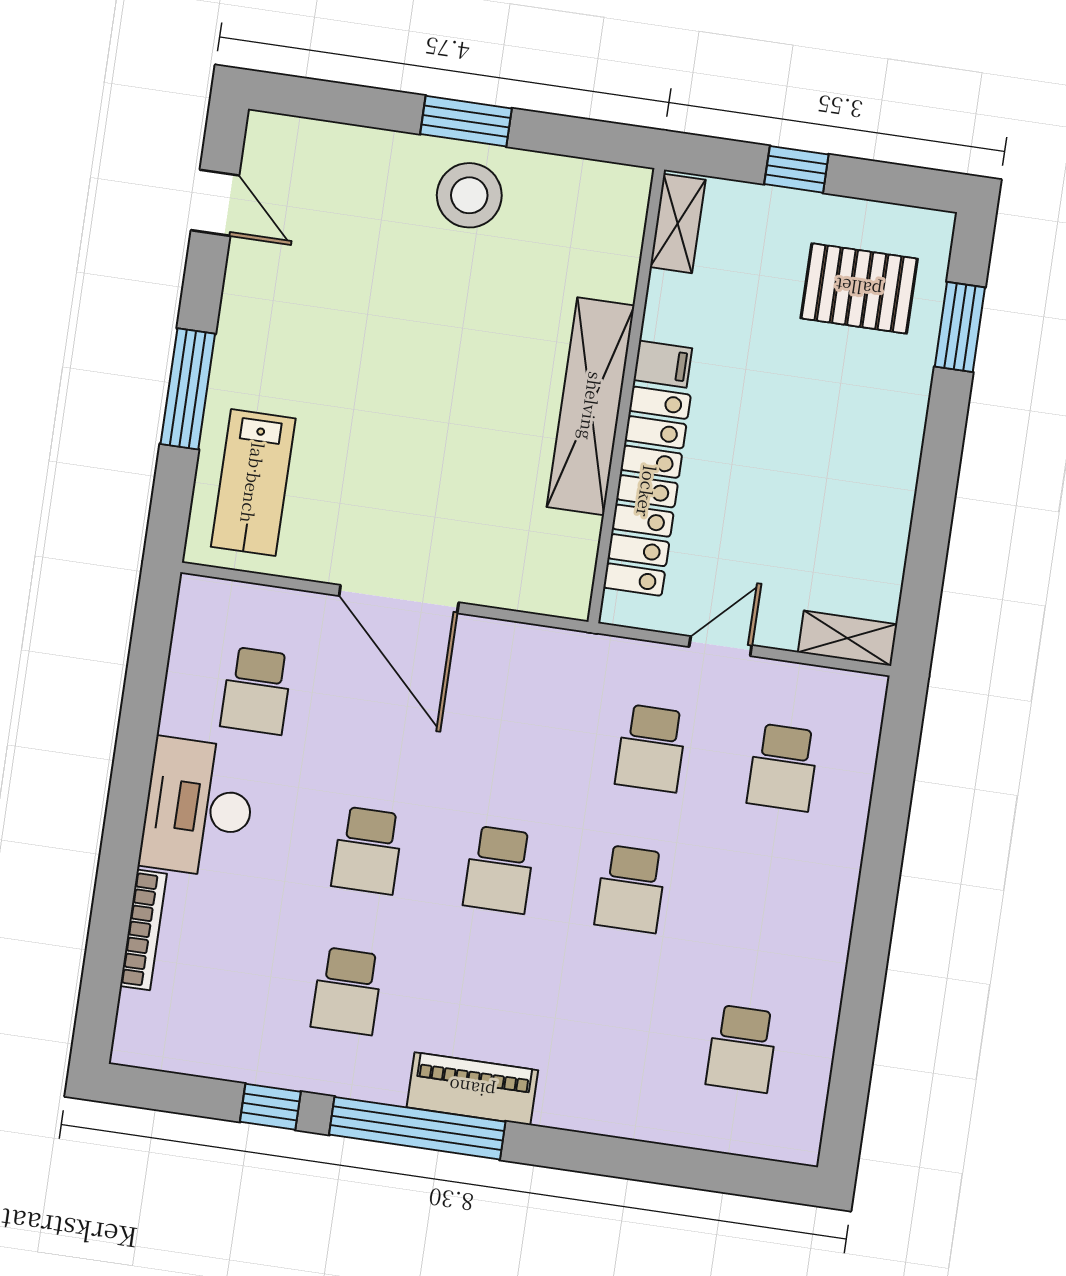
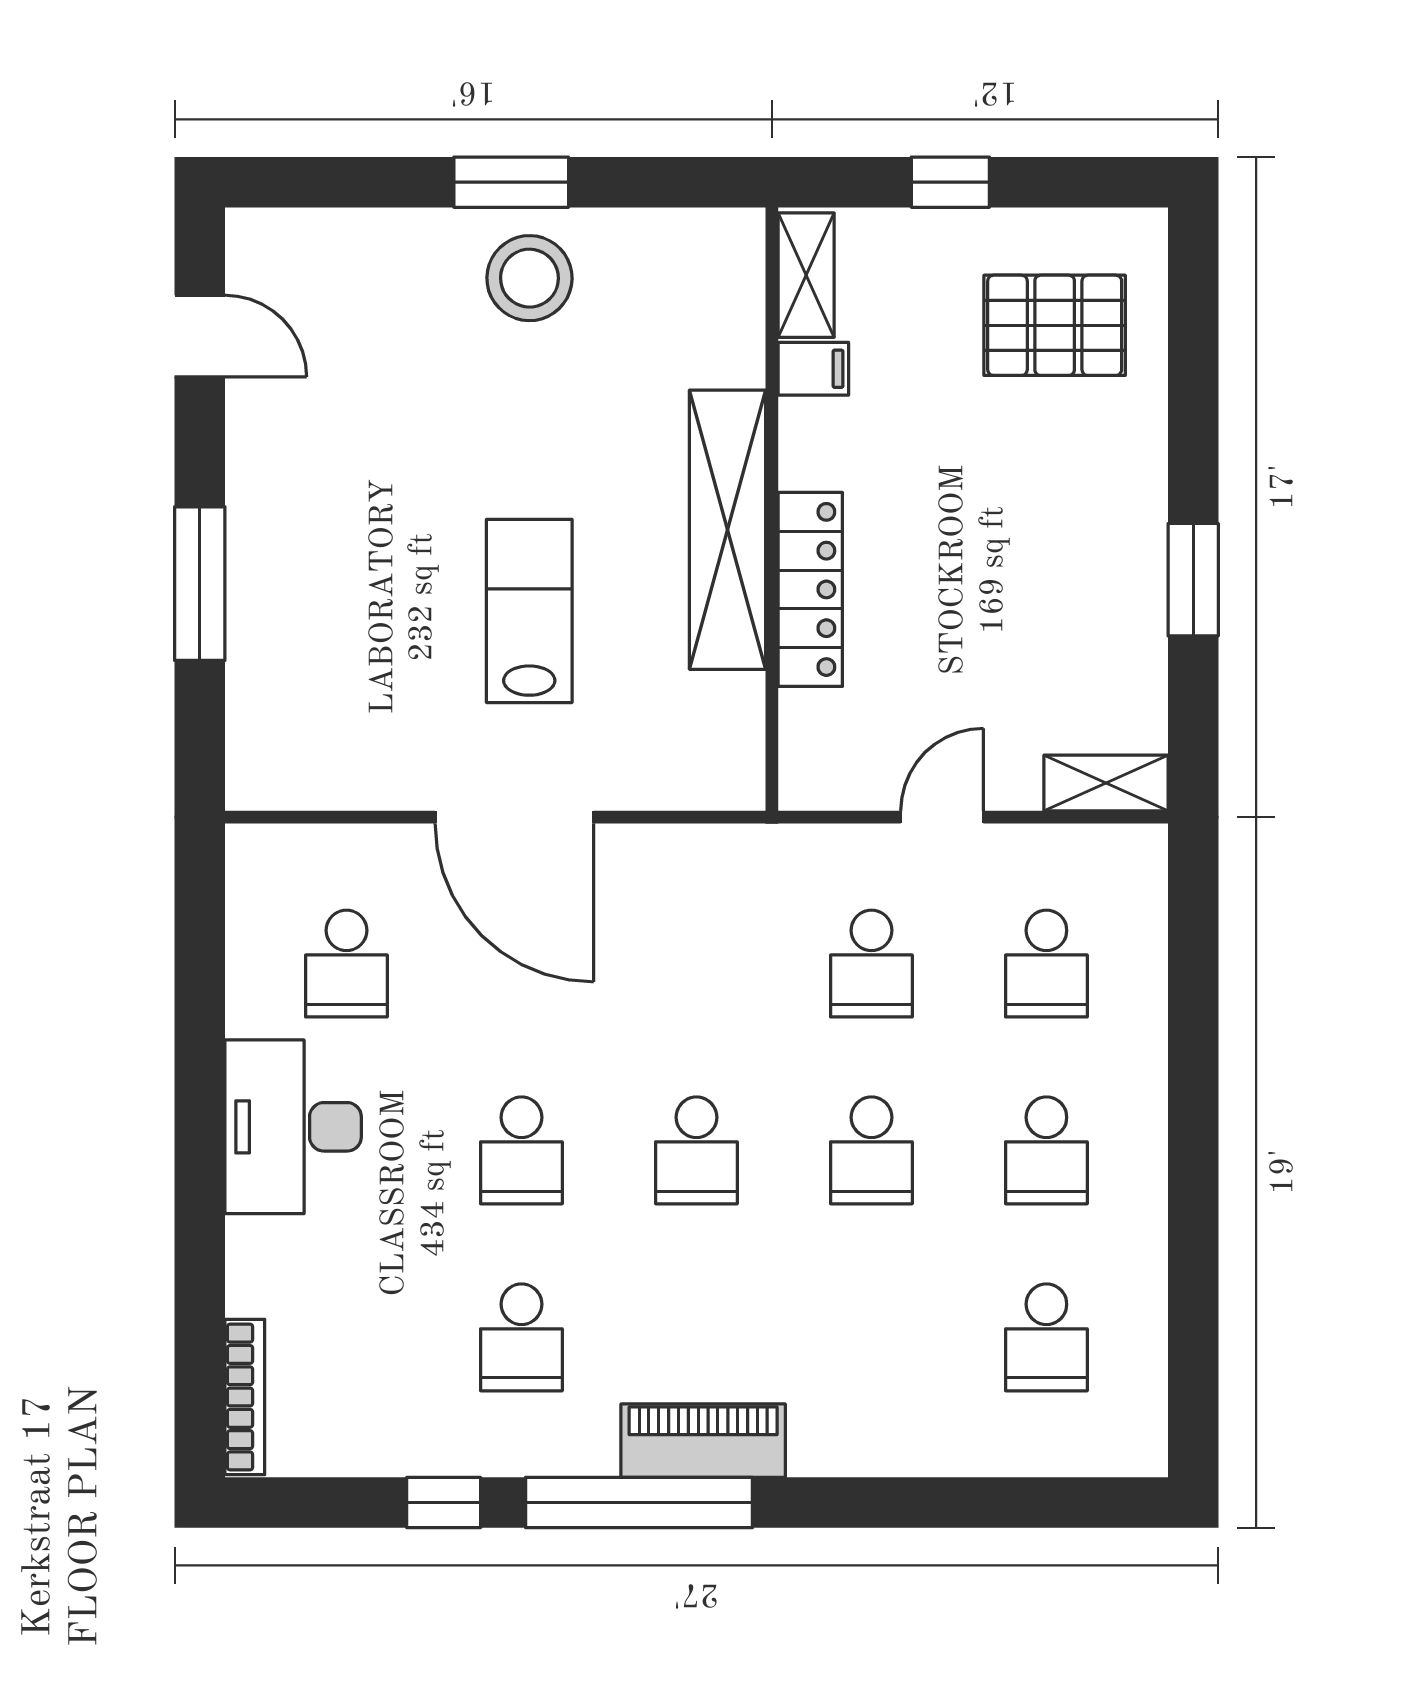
window: (960, 327) -> (1193, 580), moved
filing cabinet: (663, 364) -> (813, 369), moved
lab bench: (253, 483) -> (529, 611), moved, turned 180
locker: (647, 491) -> (810, 589), width x0.71, depth x0.83
school desk: (762, 908) -> (1046, 1150), added
bookcase: (143, 930) -> (245, 1397), moved

